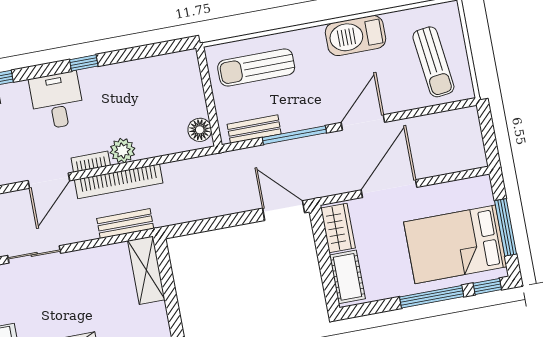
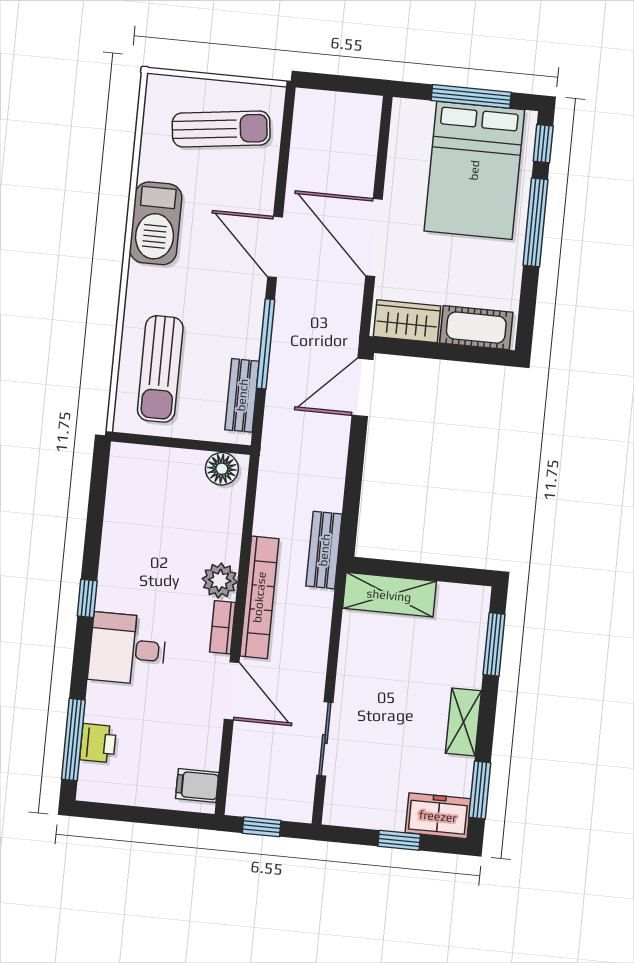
bench: (125, 223) -> (324, 550), moved

